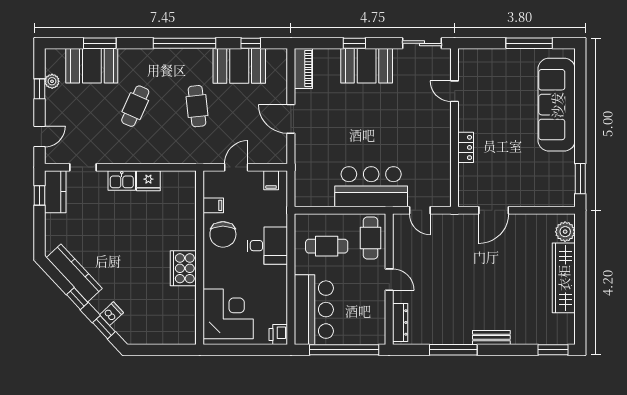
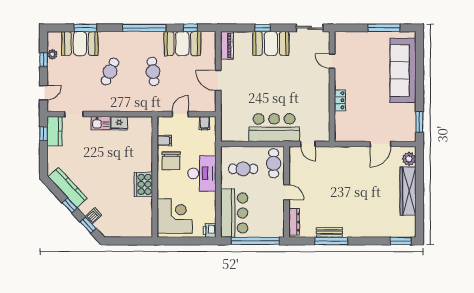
door: (494, 210) -> (380, 144), moved
desk: (267, 246) -> (202, 173), width x1.37
bench: (491, 337) -> (329, 232), moved

